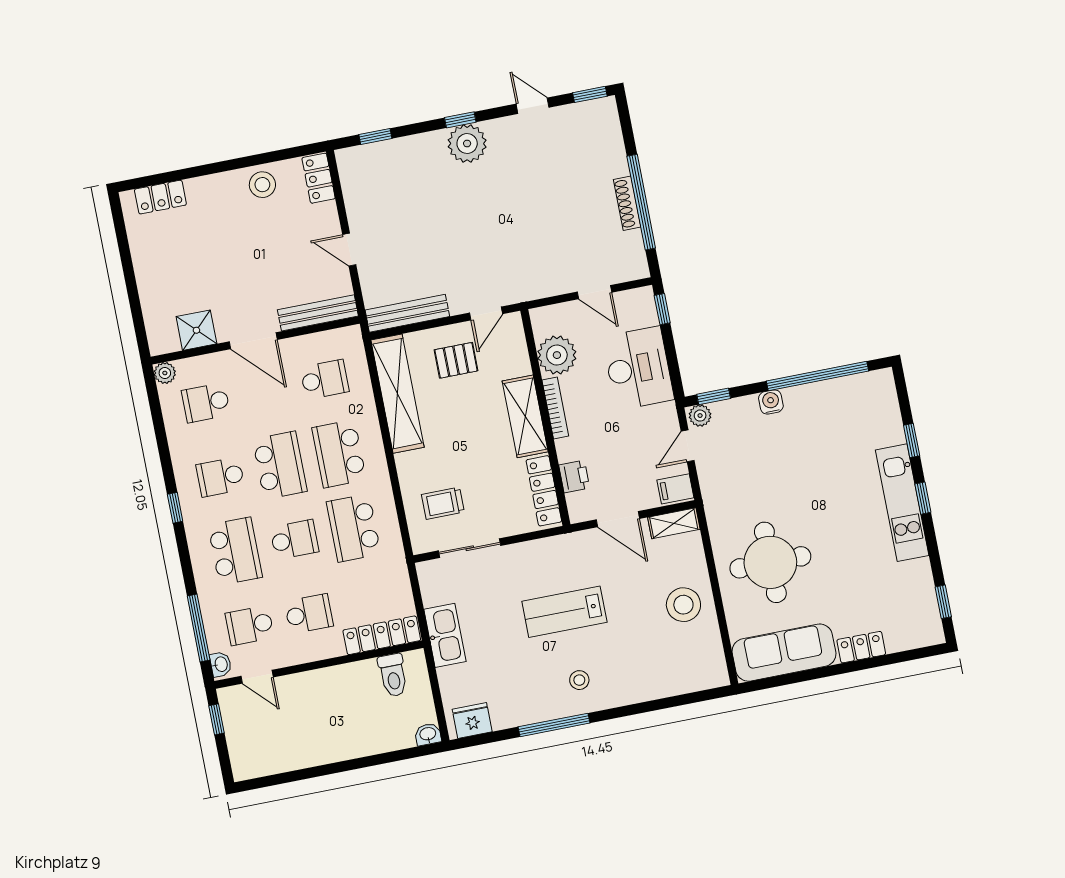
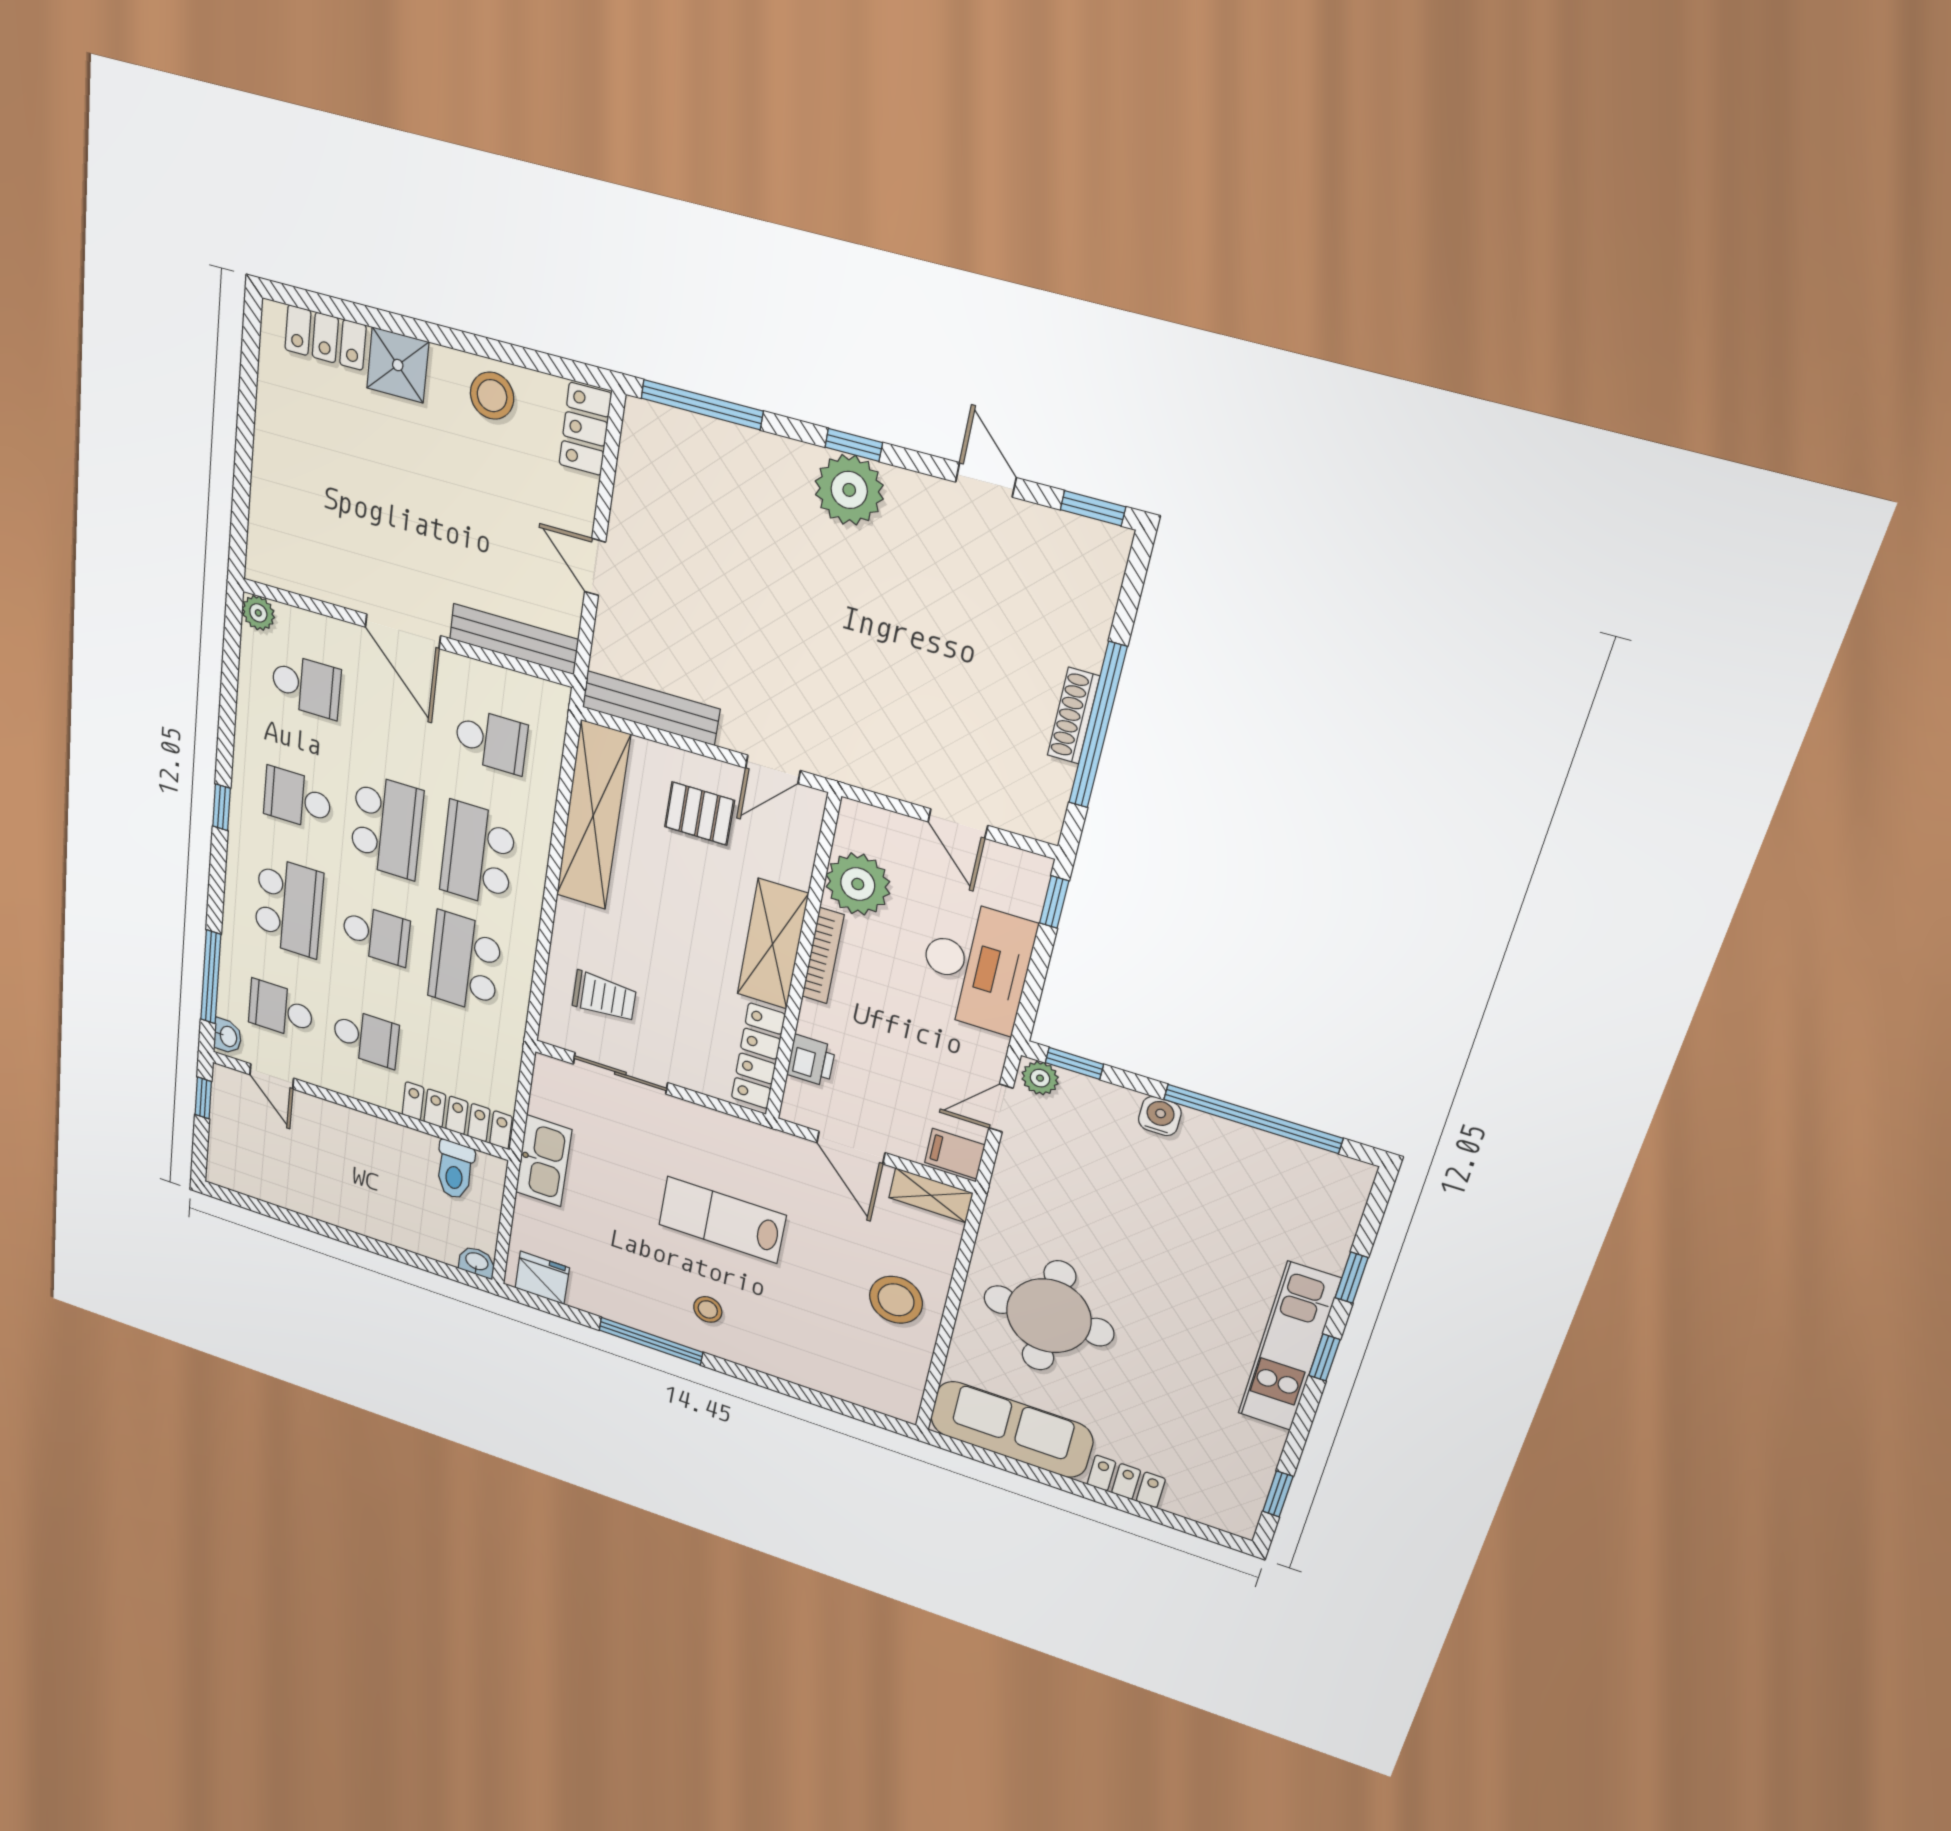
window: (375, 137) -> (702, 405), width x2.17
shower: (196, 330) -> (398, 365), moved
school desk: (206, 403) -> (306, 686), turned 180
trolley: (443, 503) -> (604, 997), turned 180

